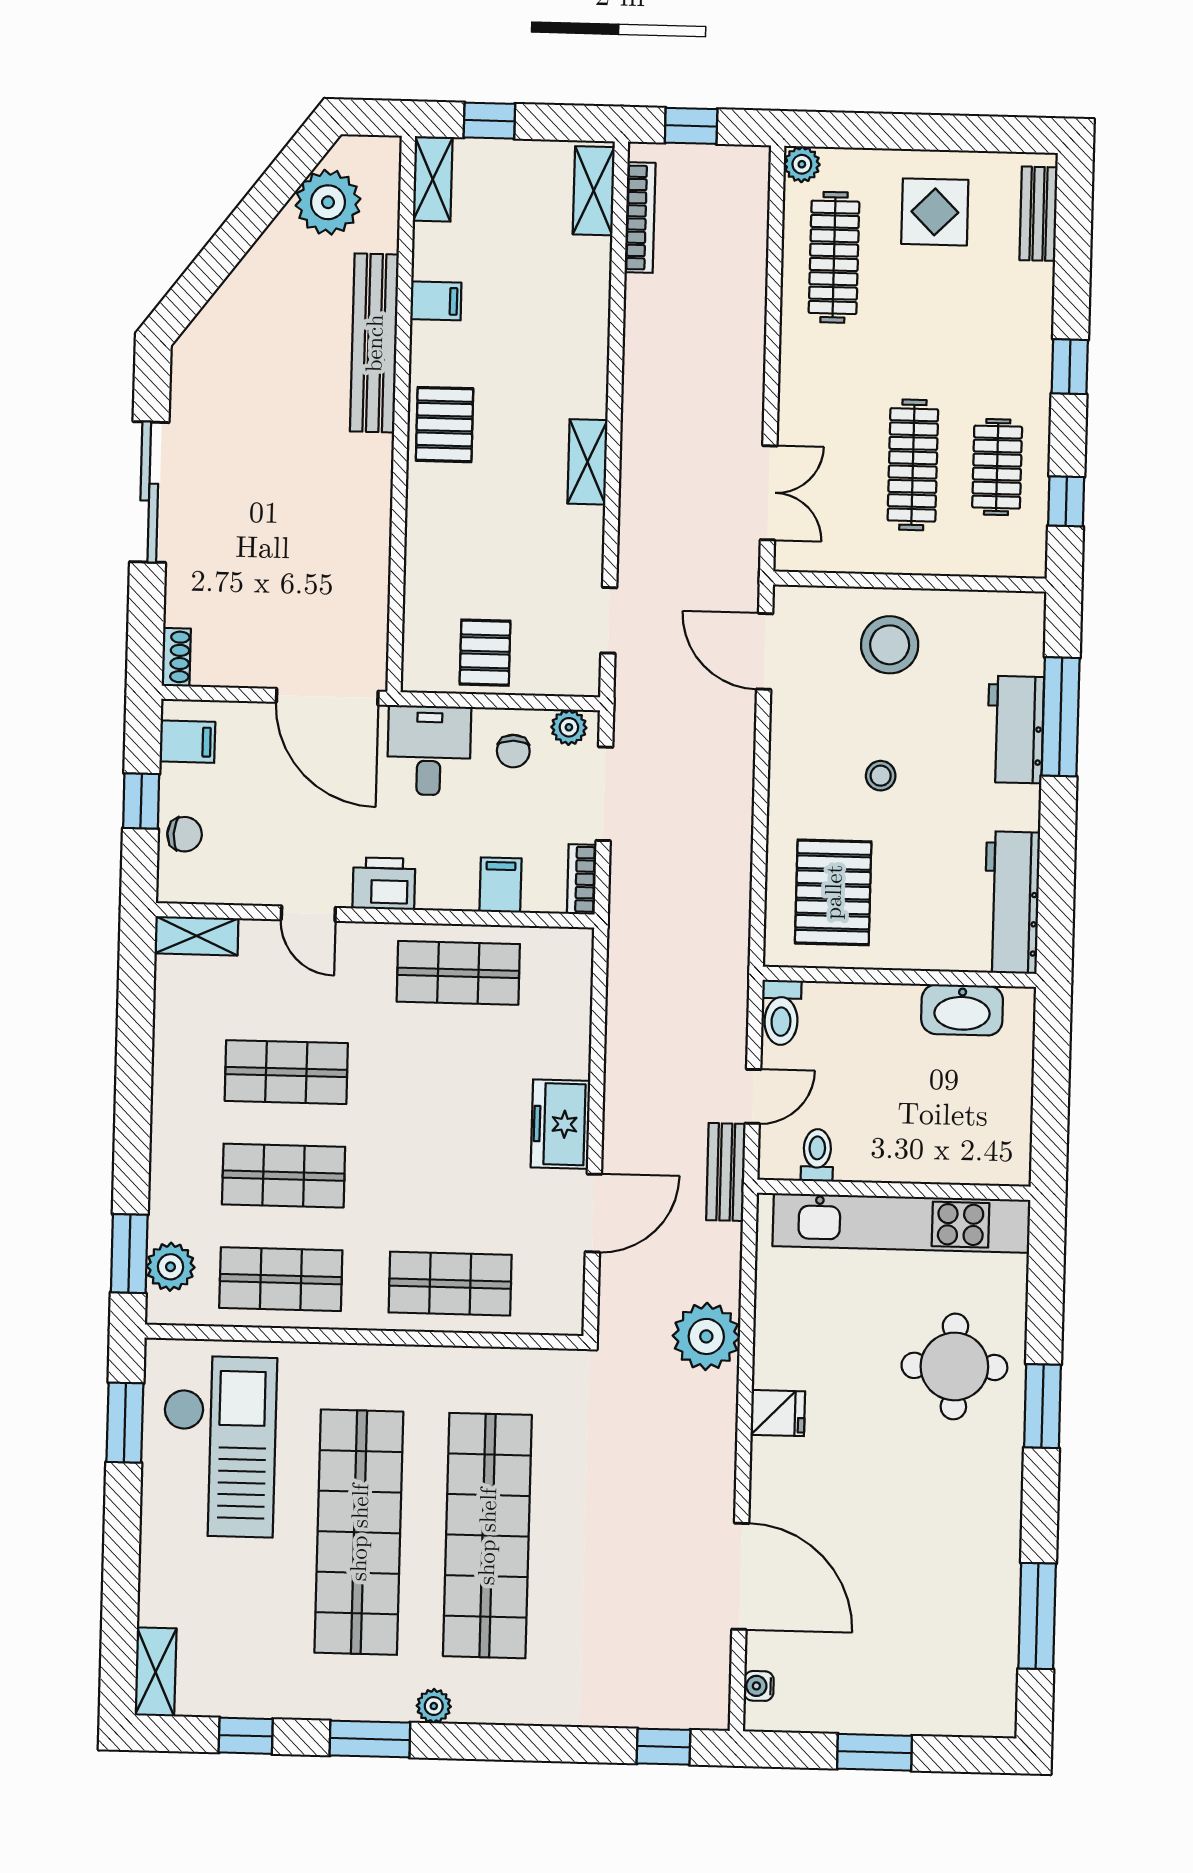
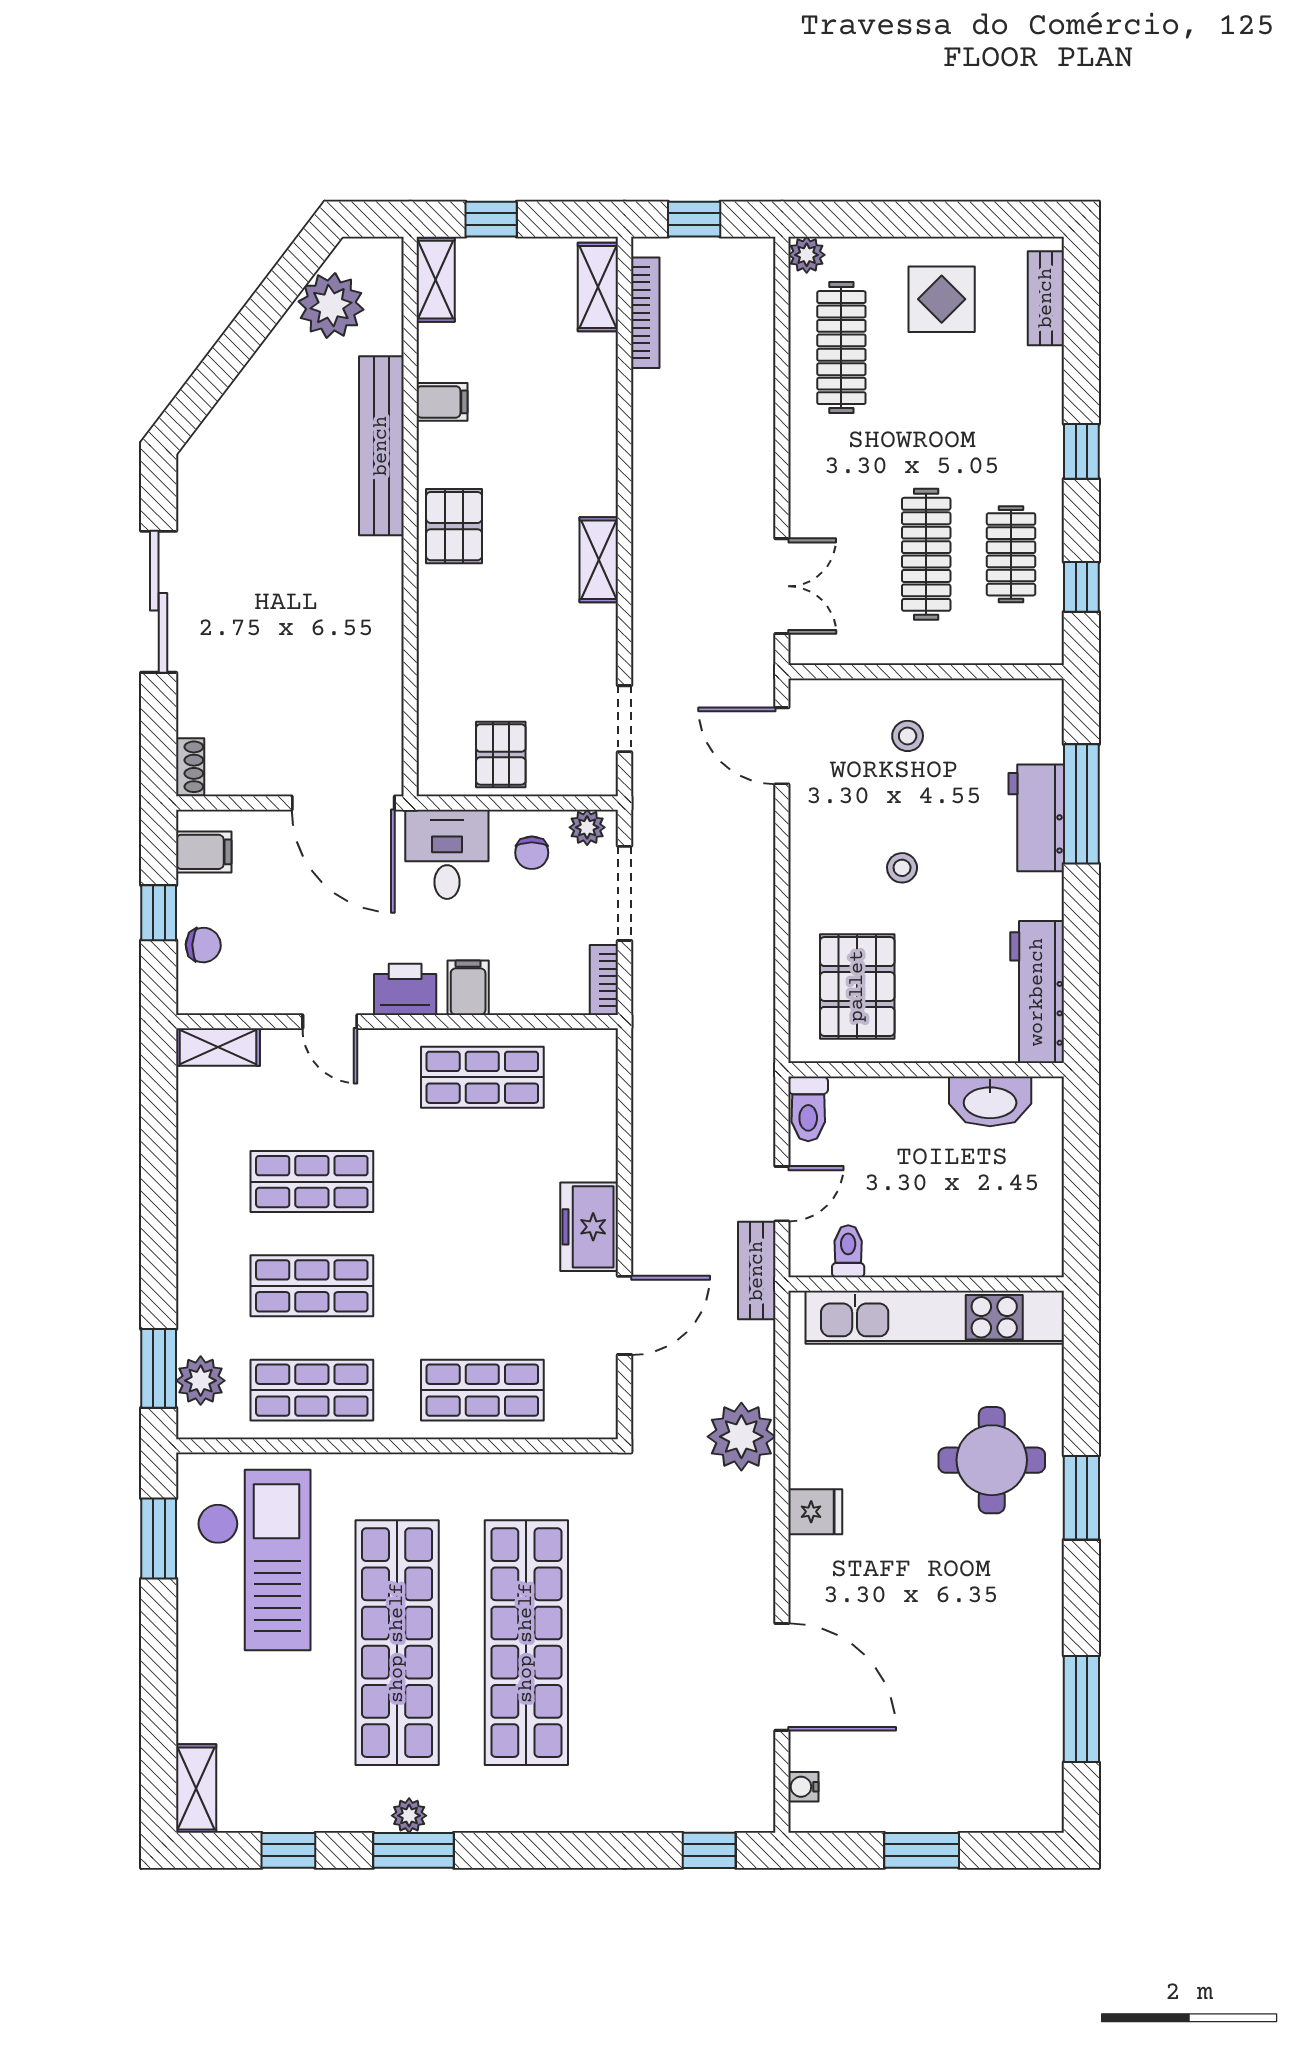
stool: (890, 645) -> (908, 736), width x0.53, depth x0.53
filing cabinet: (500, 885) -> (468, 988), moved
plant: (434, 1706) -> (409, 1816), moved

